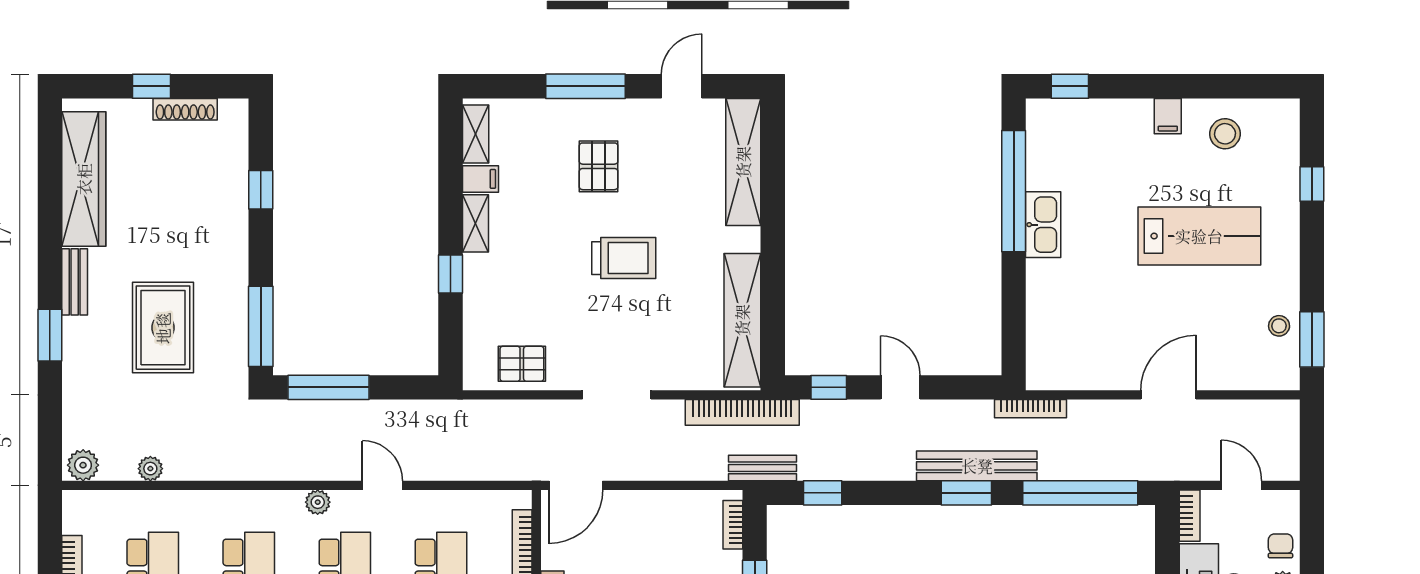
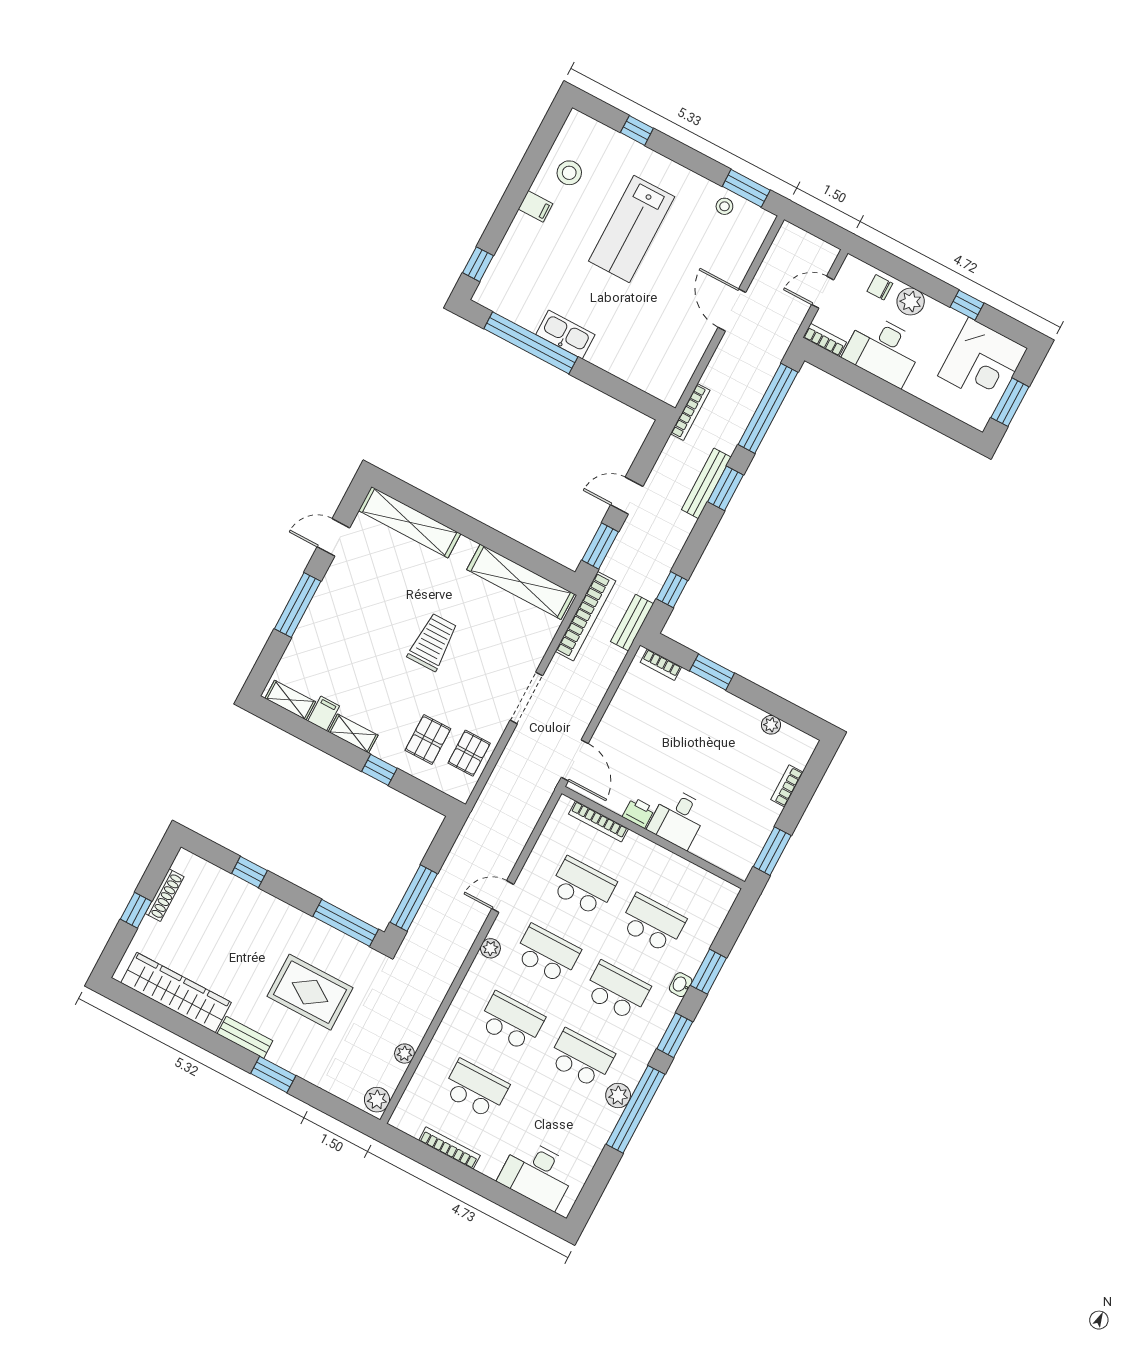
door: (682, 86) -> (333, 537), hinge flipped
pallet: (599, 166) -> (428, 740), moved, turned 90
lab bench: (1199, 236) -> (632, 229), turned 180
window: (829, 387) -> (600, 546), width x1.50
bench: (977, 466) -> (706, 483), width x0.73, depth x0.82

